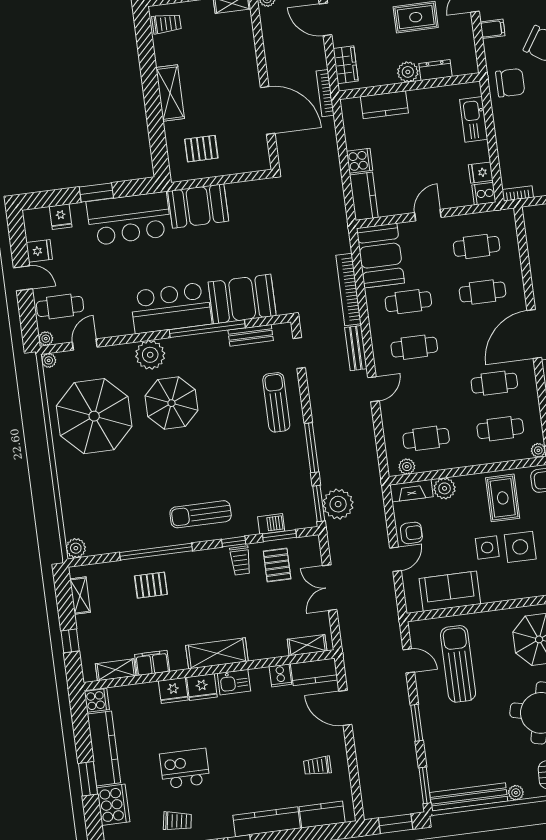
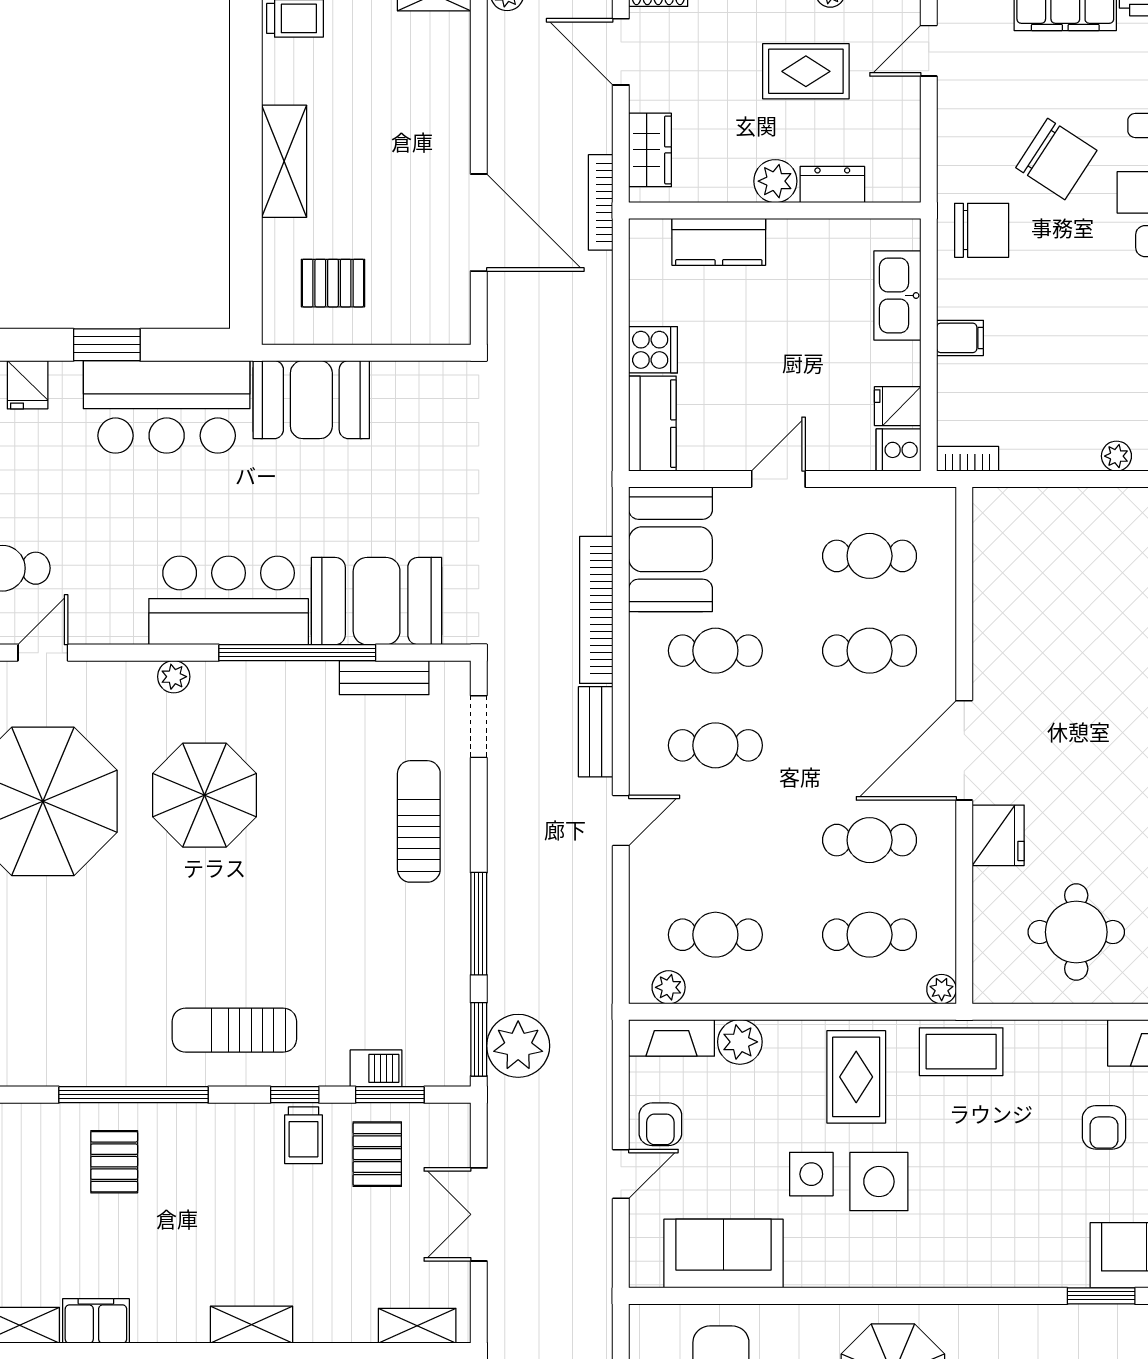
filing cabinet: (493, 29) -> (960, 338), moved
plant: (150, 355) -> (174, 677), width x0.53, depth x0.53
armchair: (411, 533) -> (660, 1124), turned 90
pallet: (151, 585) -> (114, 1162), turned 90
shelving: (217, 653) -> (252, 1325), width x0.67, depth x0.75

